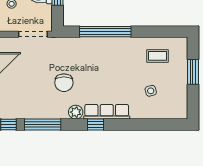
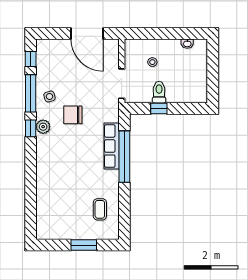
side table: (151, 91) -> (49, 96), moved
row of seats: (107, 112) -> (112, 146), moved, turned 180
window: (95, 125) -> (31, 128), moved

